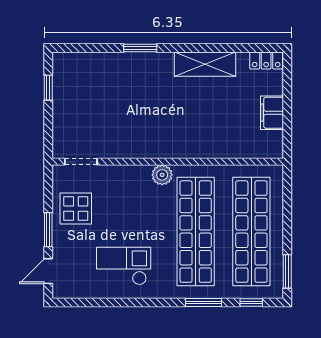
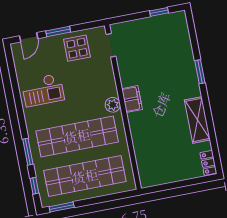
filing cabinet: (272, 113) -> (132, 99), moved, turned 90
checkout: (124, 266) -> (43, 90), turned 90
door: (48, 271) -> (29, 37), swing flipped

